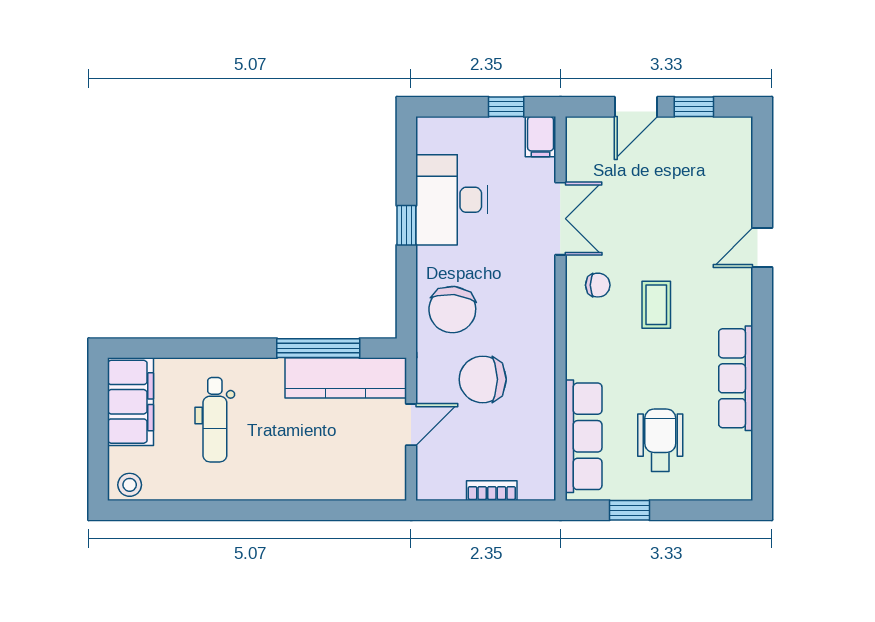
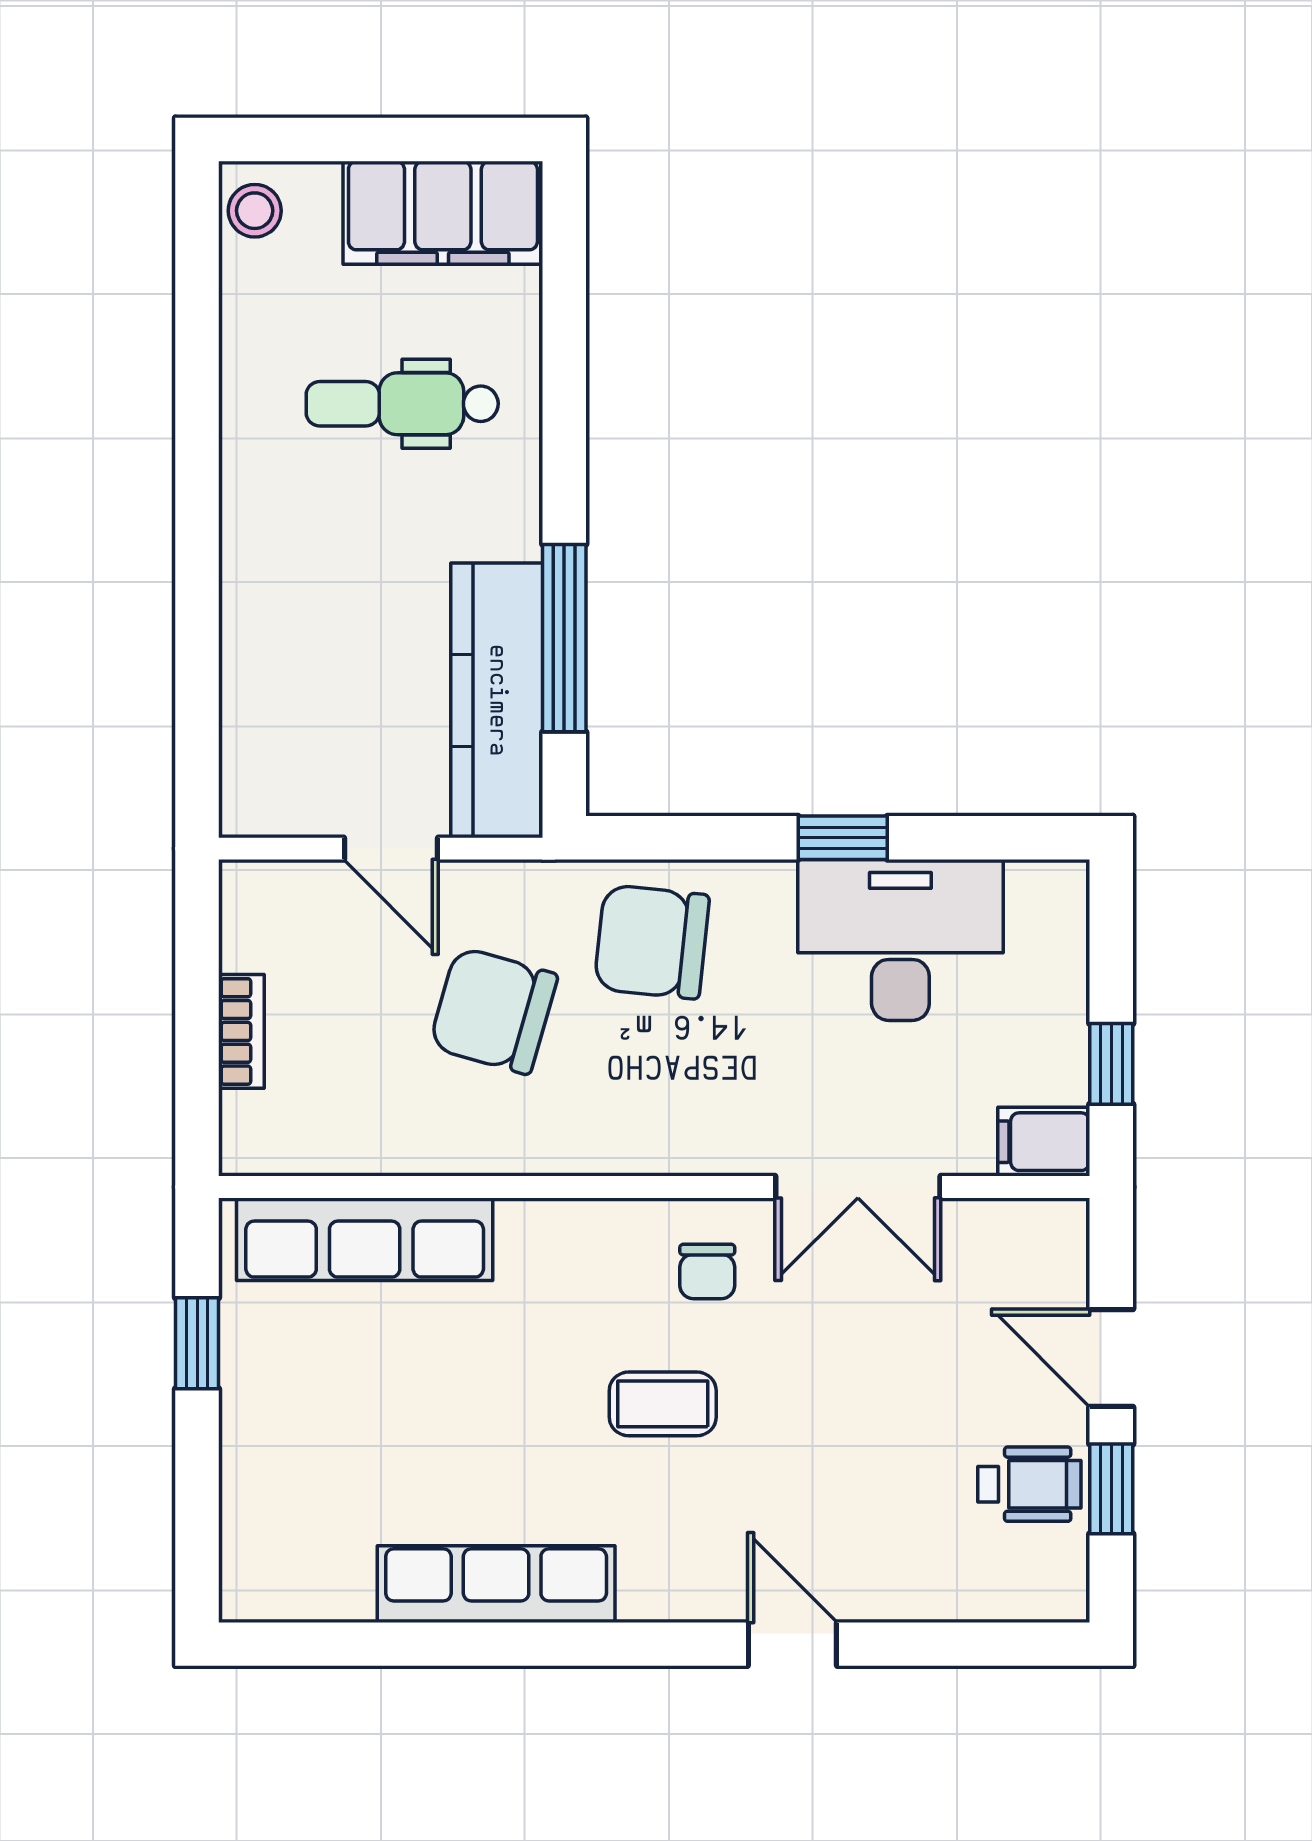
chair: (483, 379) -> (493, 1011), turned -74
wheelchair: (660, 440) -> (1029, 1484), moved, width x0.73, depth x0.73

